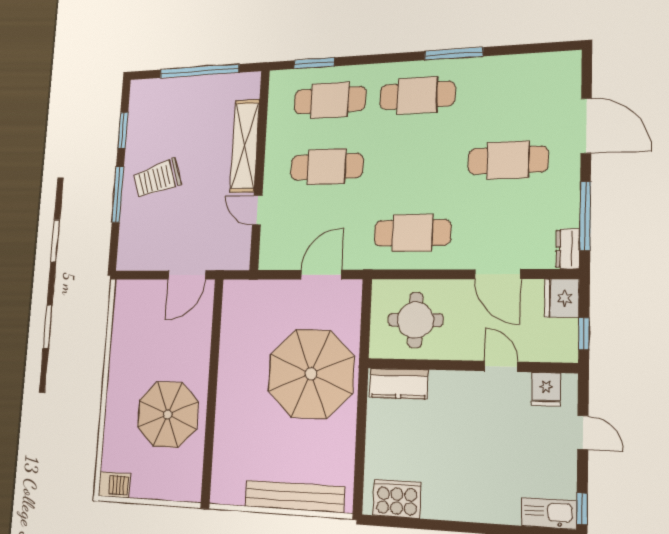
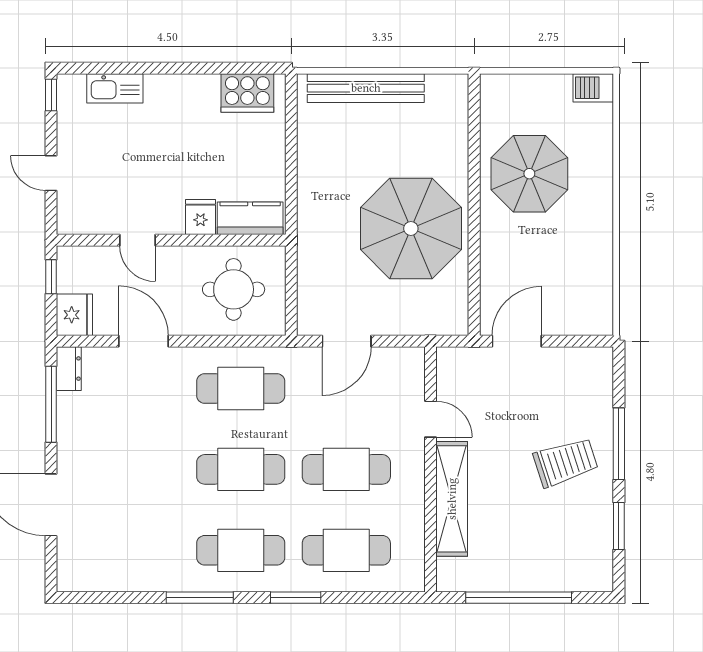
window: (314, 63) -> (296, 598), moved
cafe table: (508, 160) -> (241, 469), moved
parasol: (311, 374) -> (411, 228), moved
fridge: (546, 389) -> (200, 217), moved
kitchen sink: (549, 513) -> (115, 88), moved

